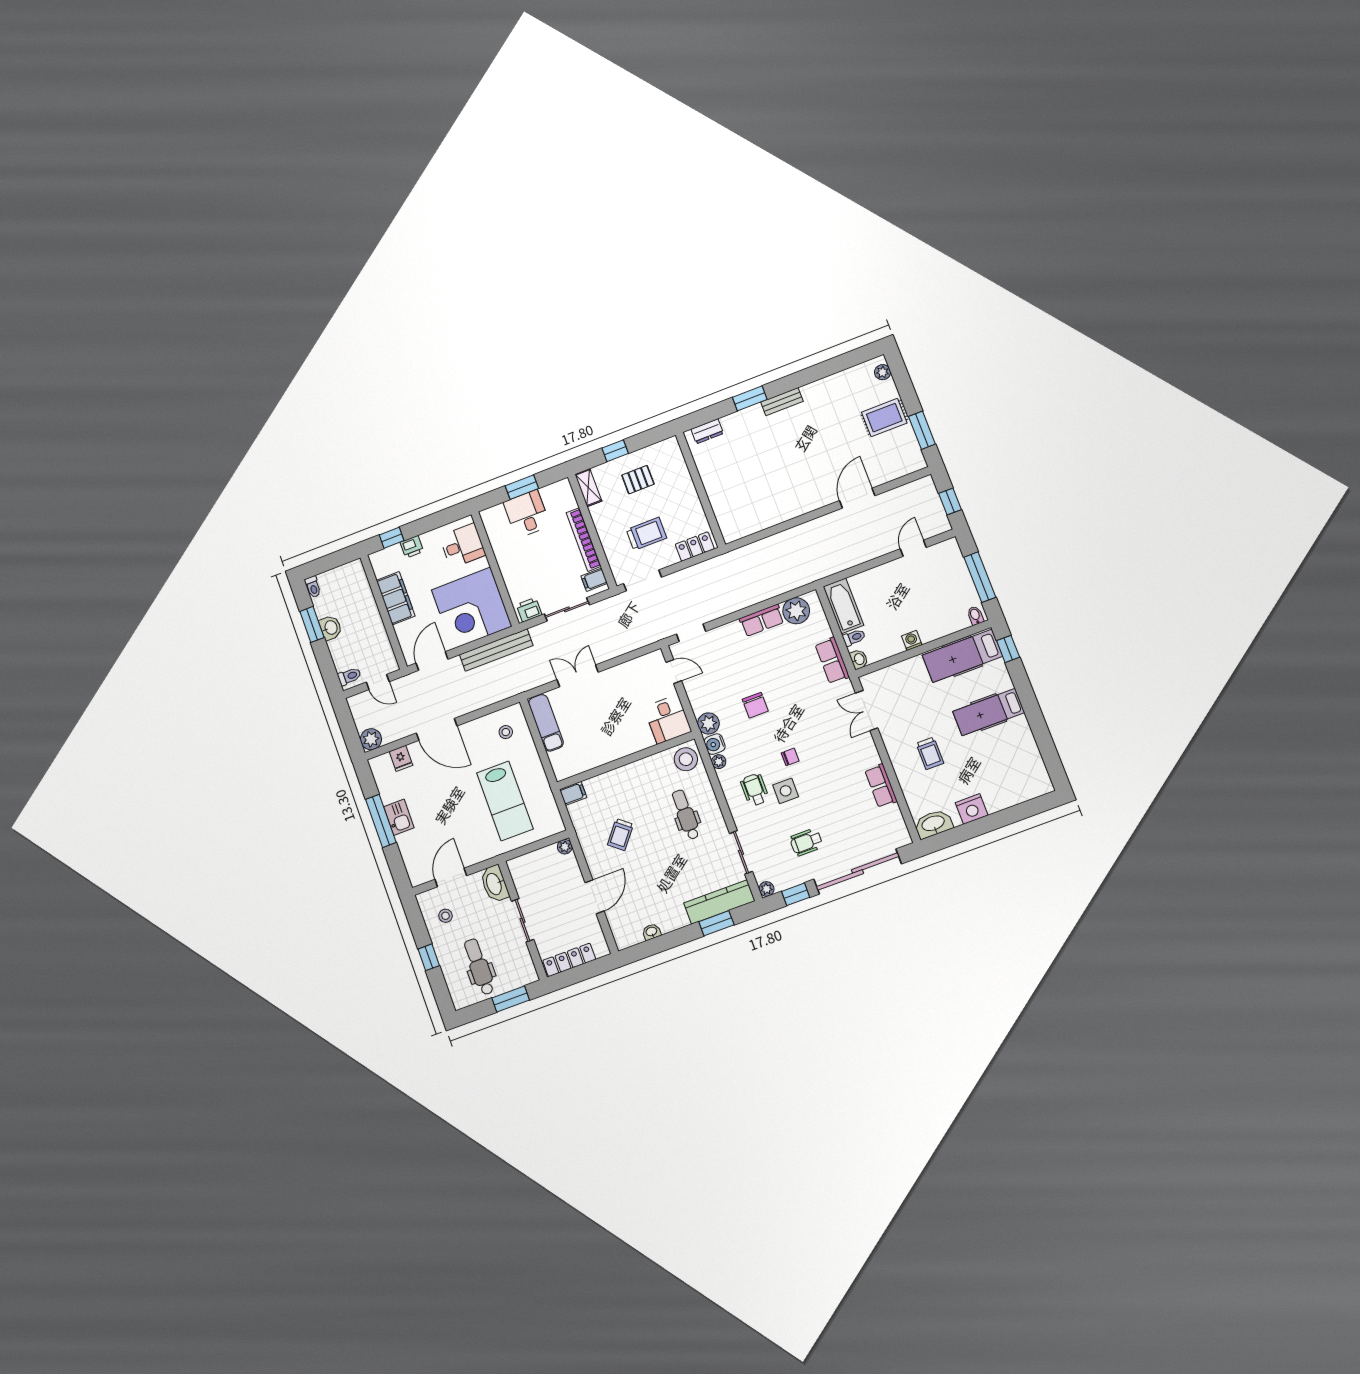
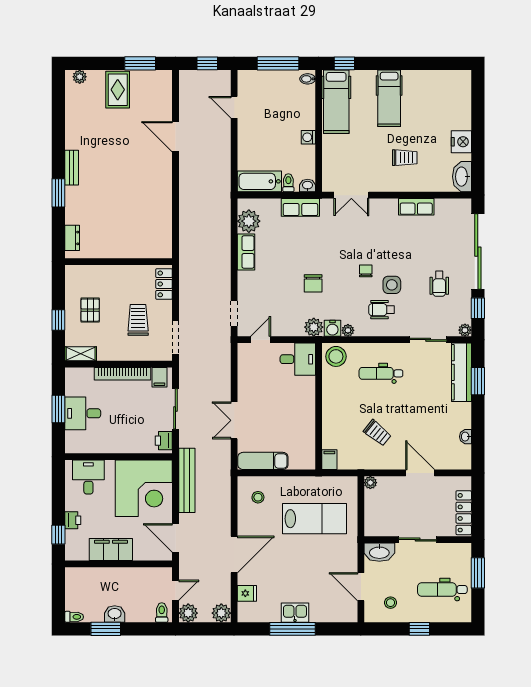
plant: (359, 704) -> (188, 613), added
chair: (755, 705) -> (313, 283), turned 90

